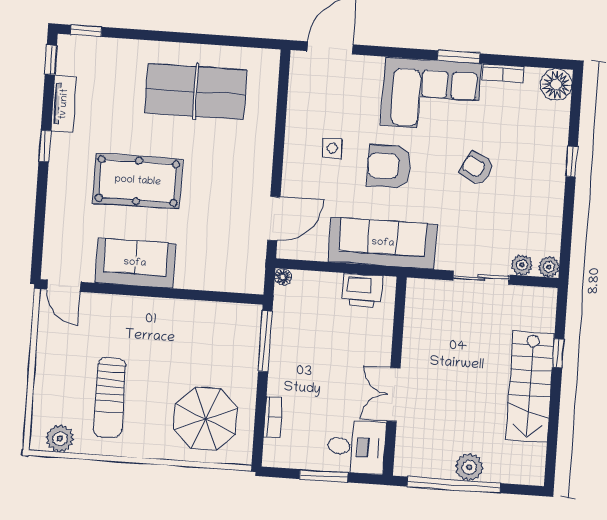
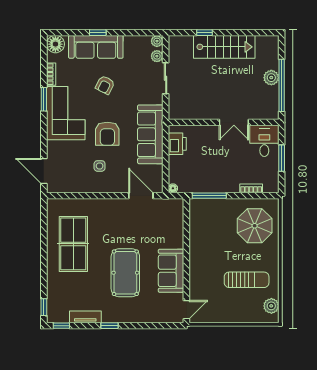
sofa: (546, 156) -> (96, 47), added

